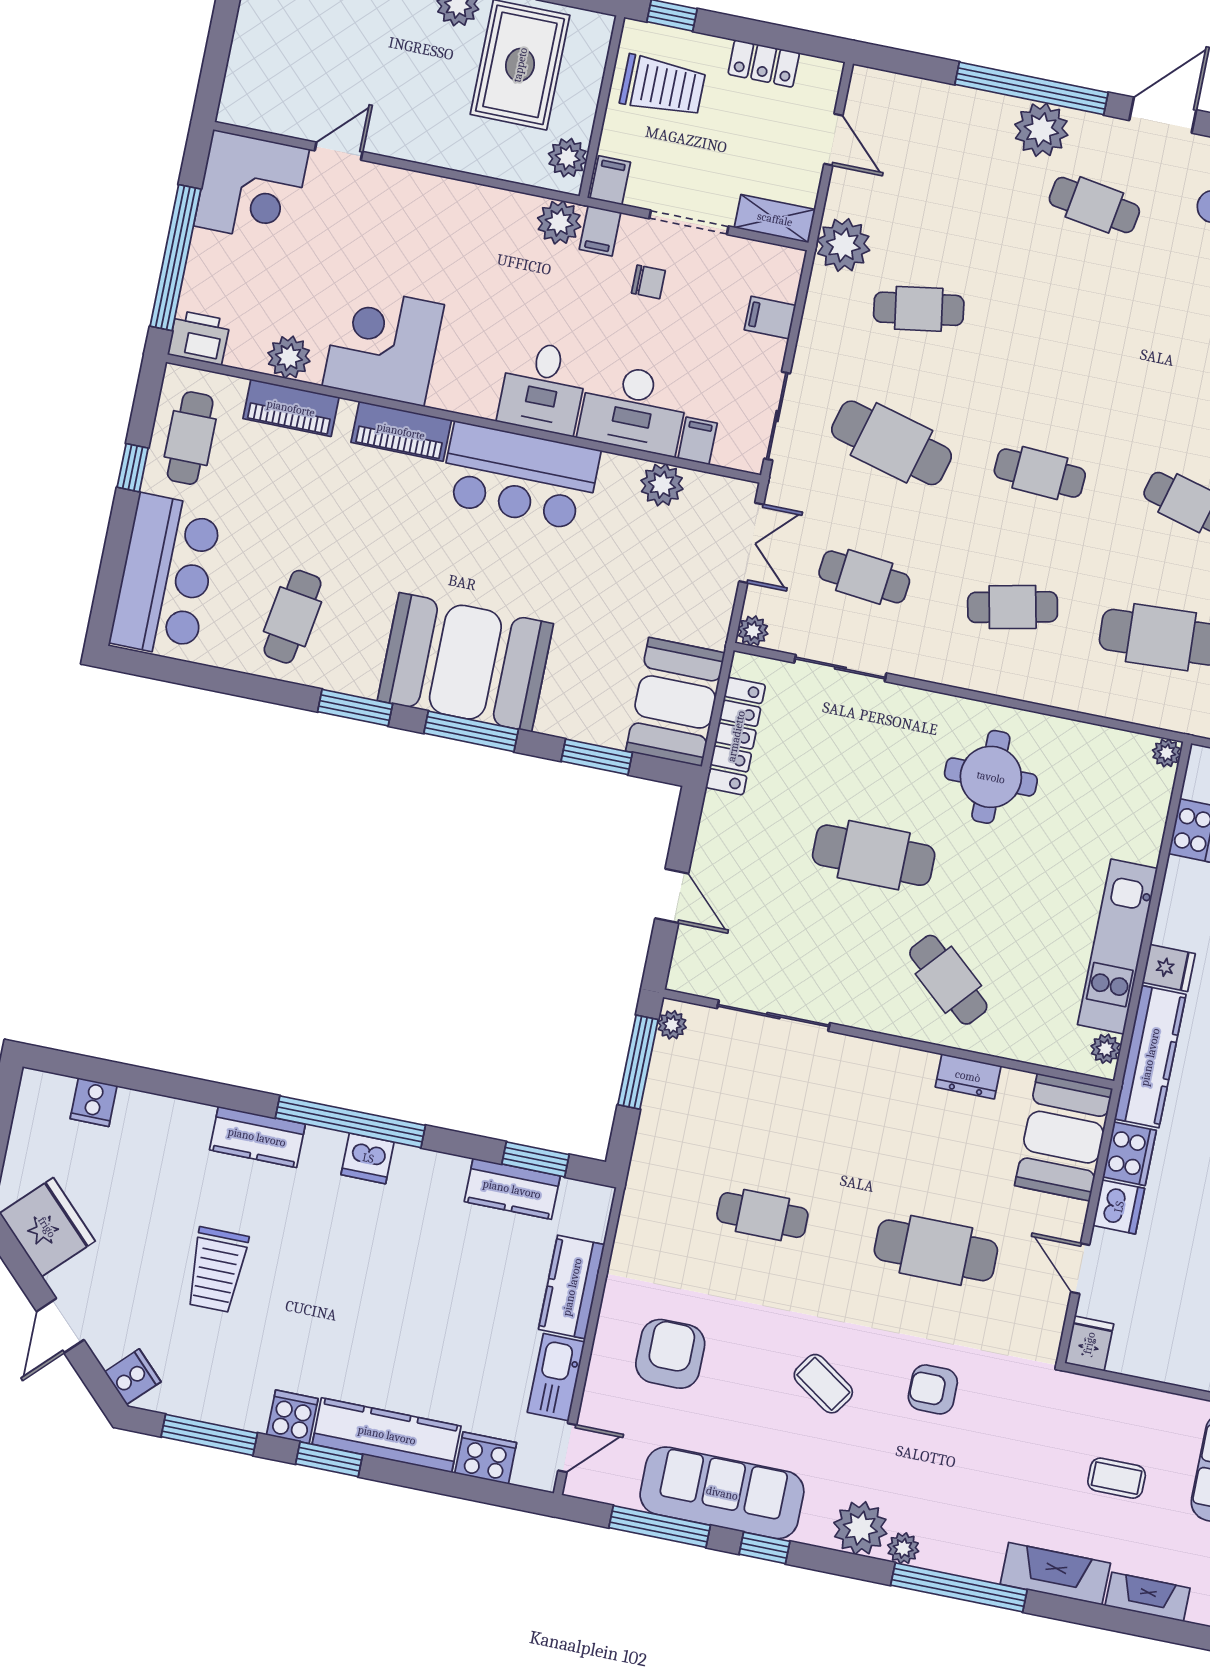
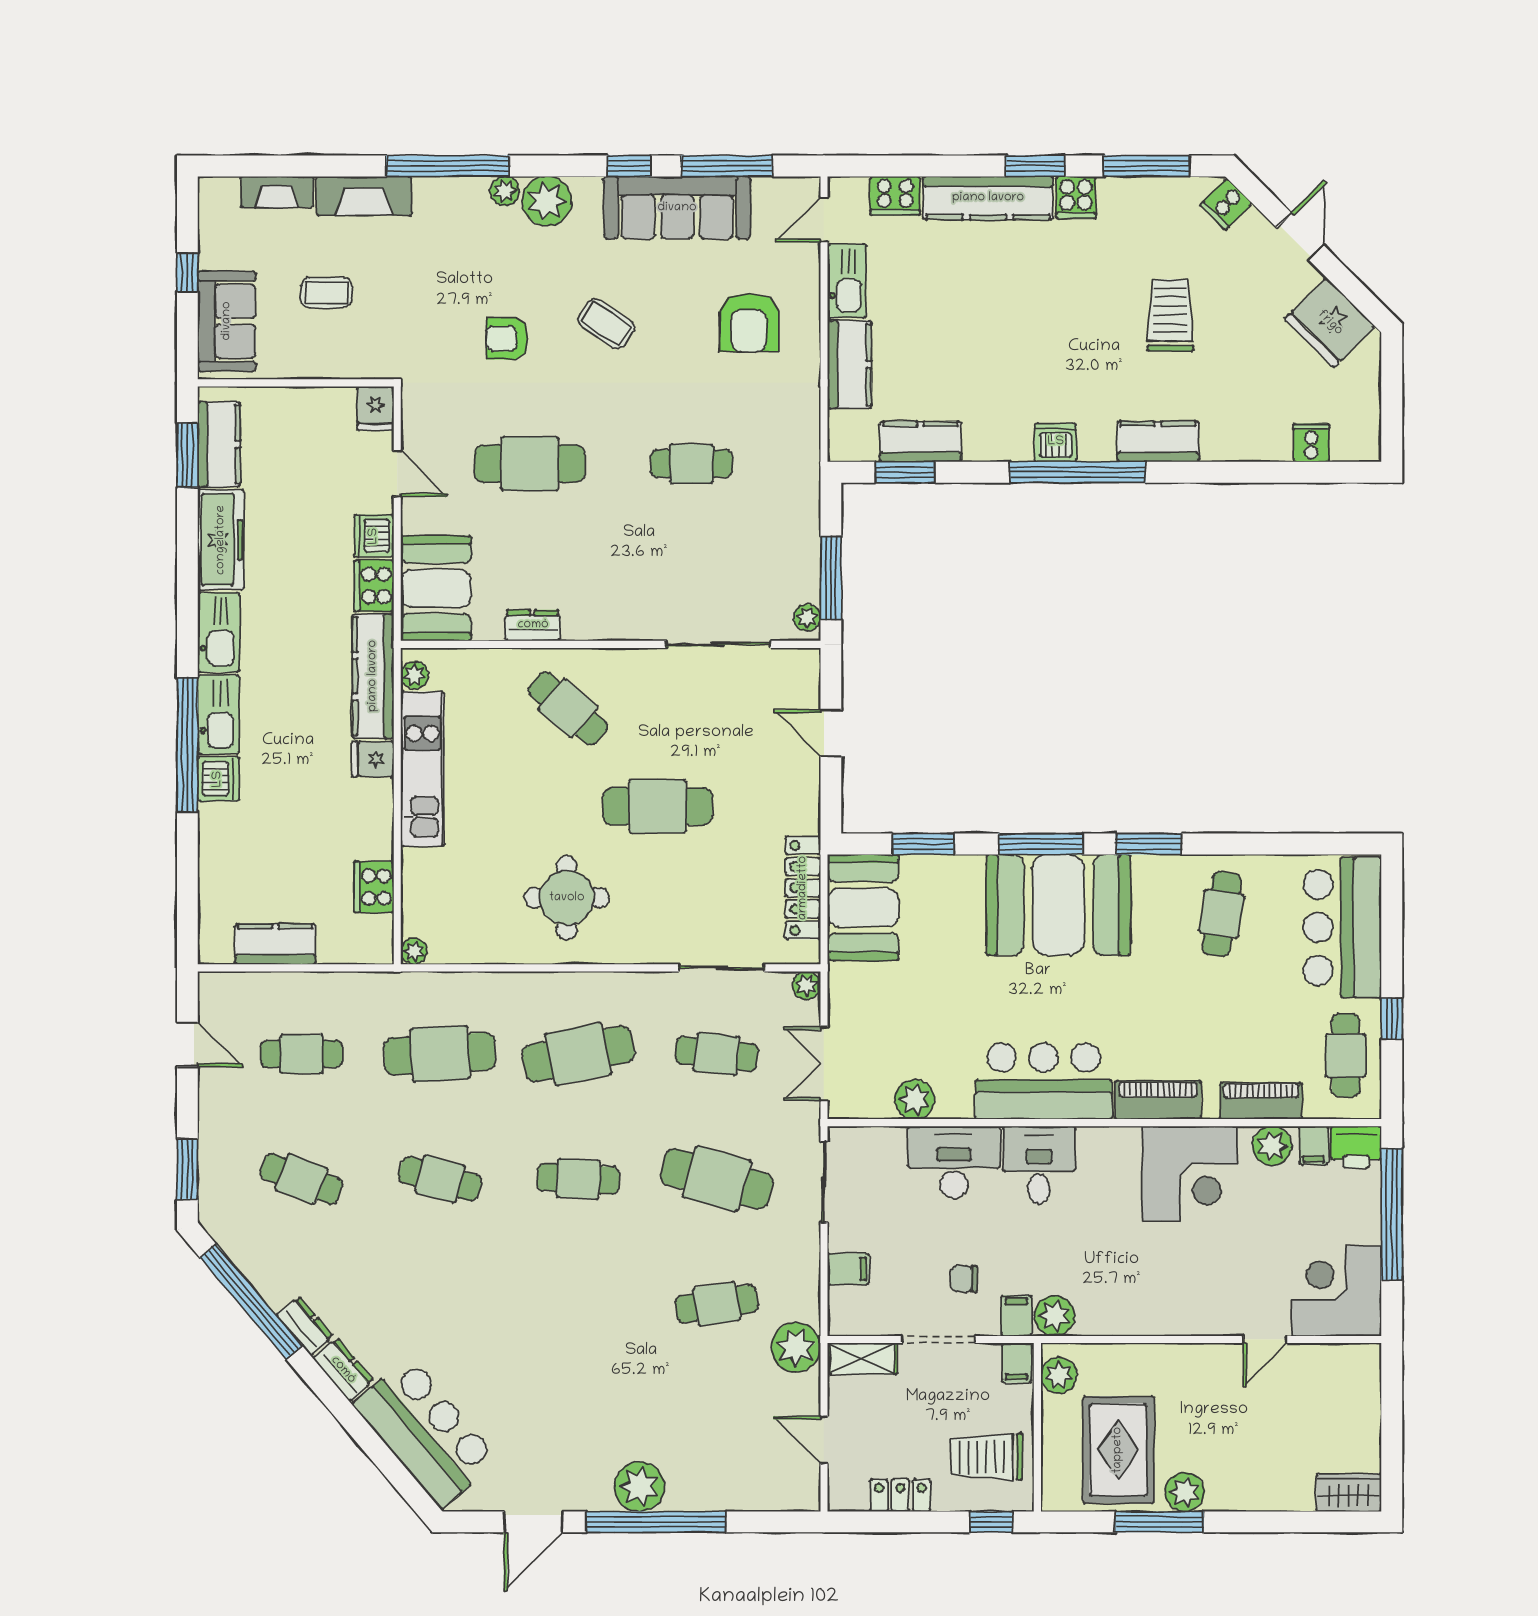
cafe table: (1094, 205) -> (578, 1429), removed
filing cabinet: (698, 441) -> (1314, 1145), moved
cafe table: (1013, 607) -> (578, 1054), width x1.37, depth x1.35
armchair: (933, 1389) -> (507, 339), turned 180

